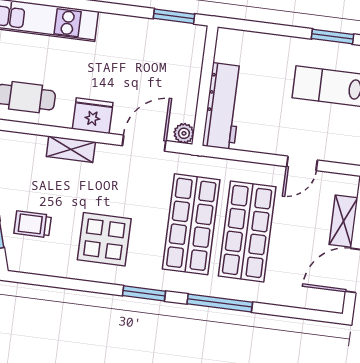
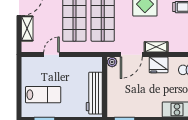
workbench: (223, 106) -> (94, 93), moved
shelving: (71, 149) -> (156, 47), moved

